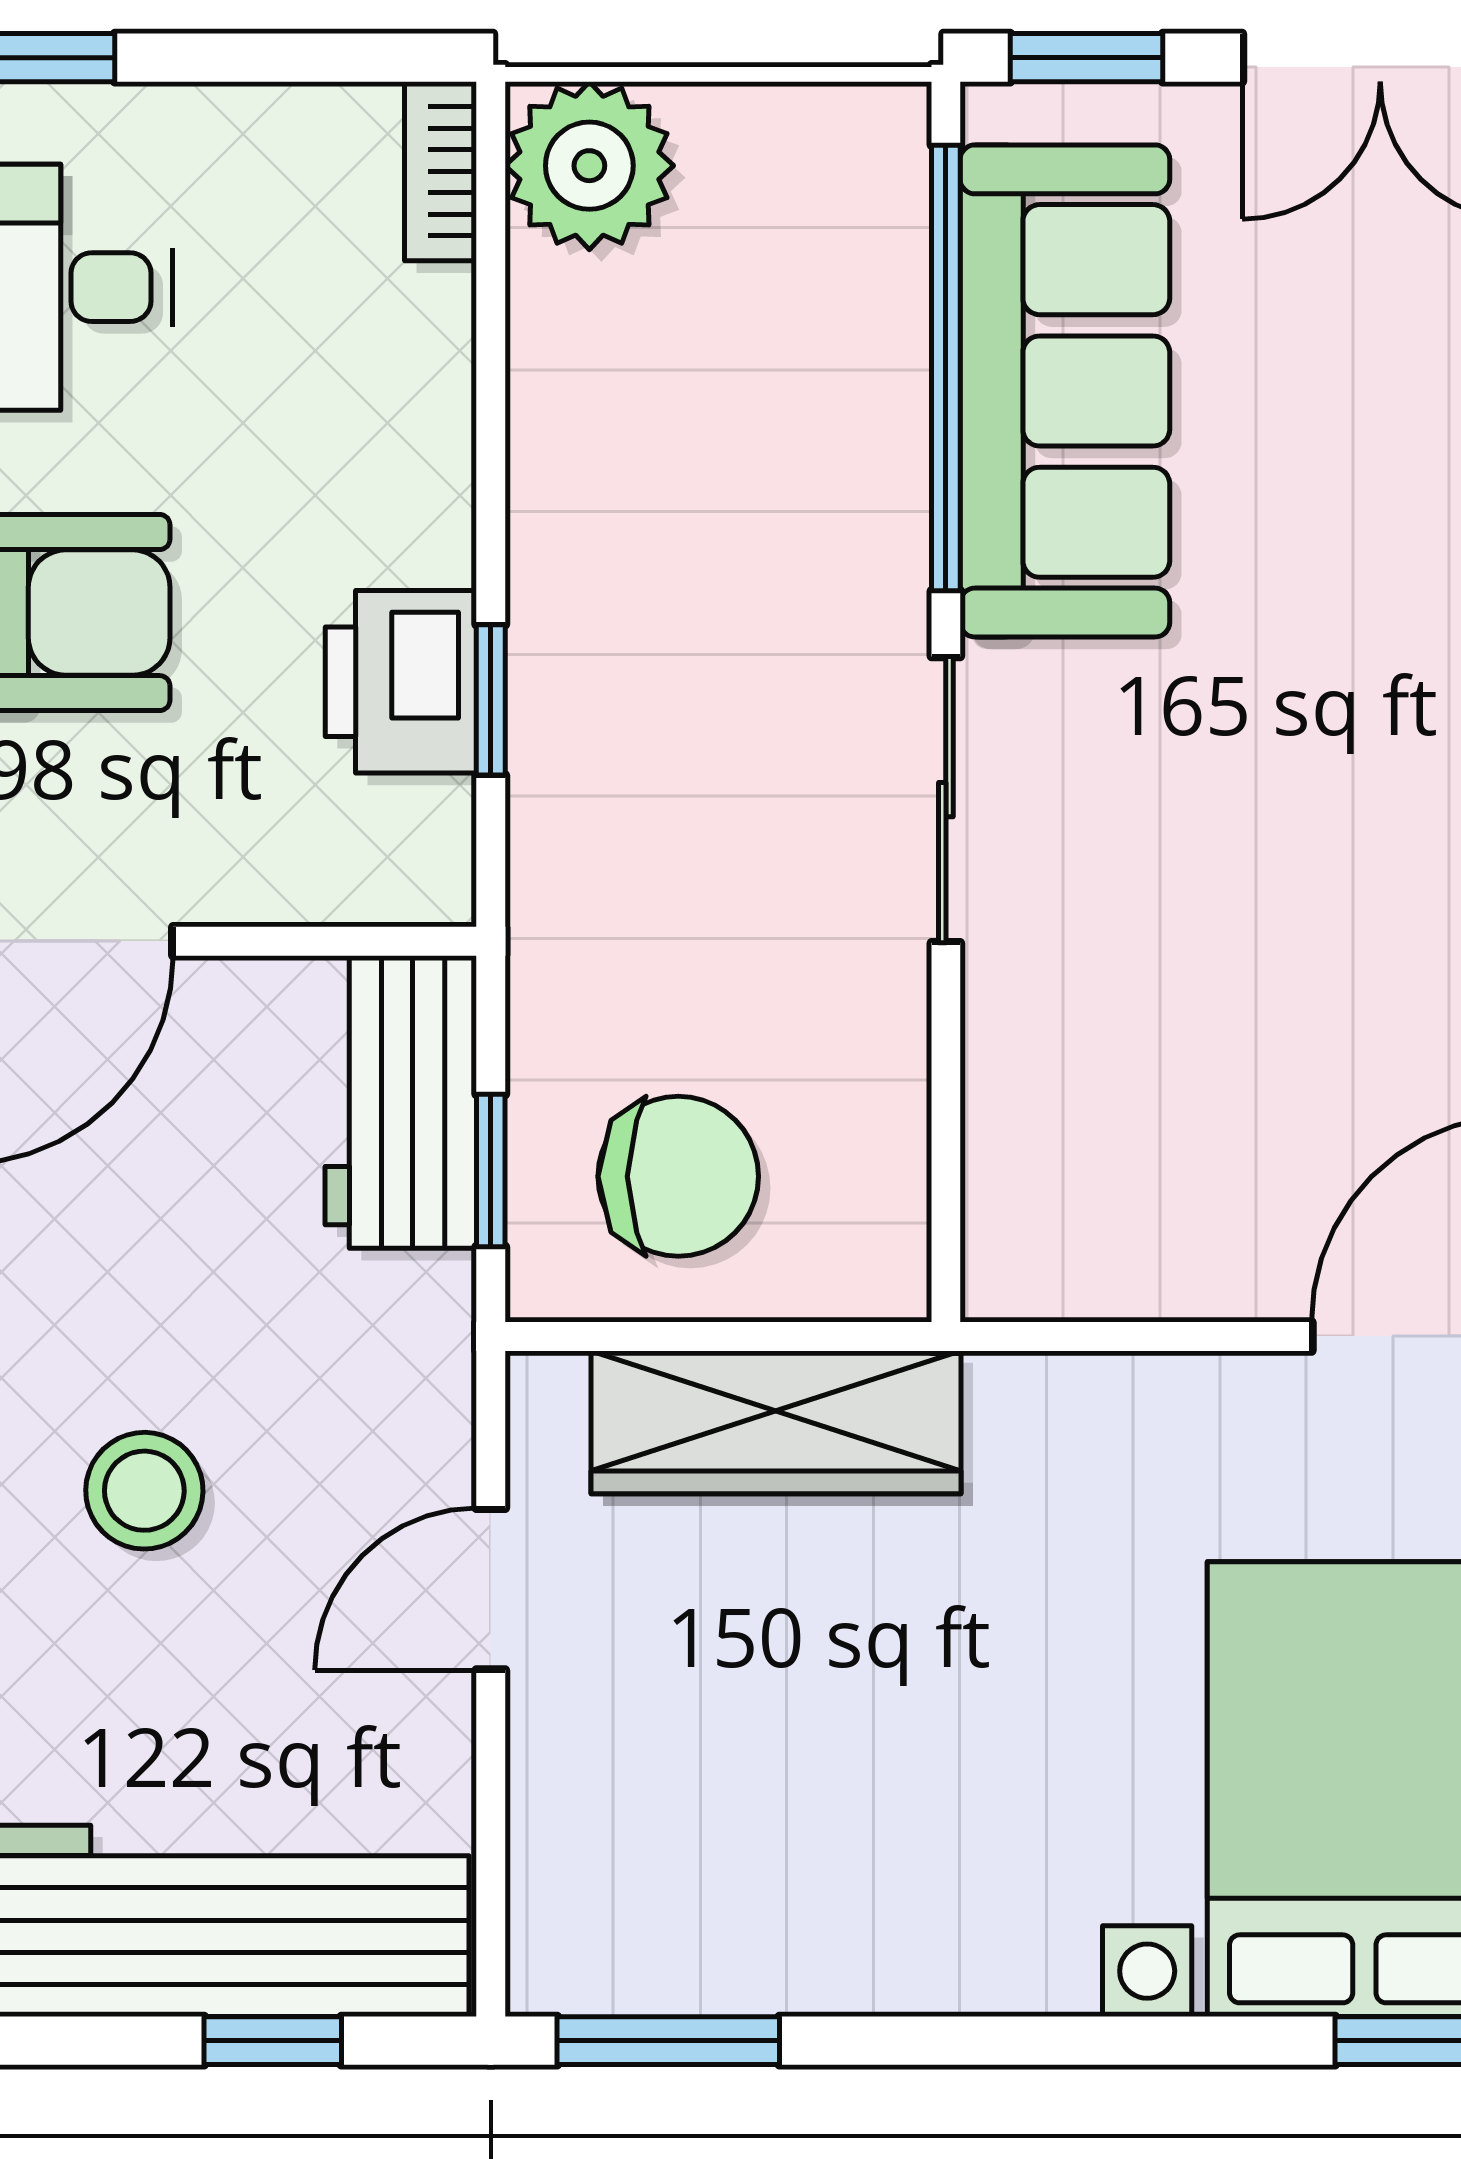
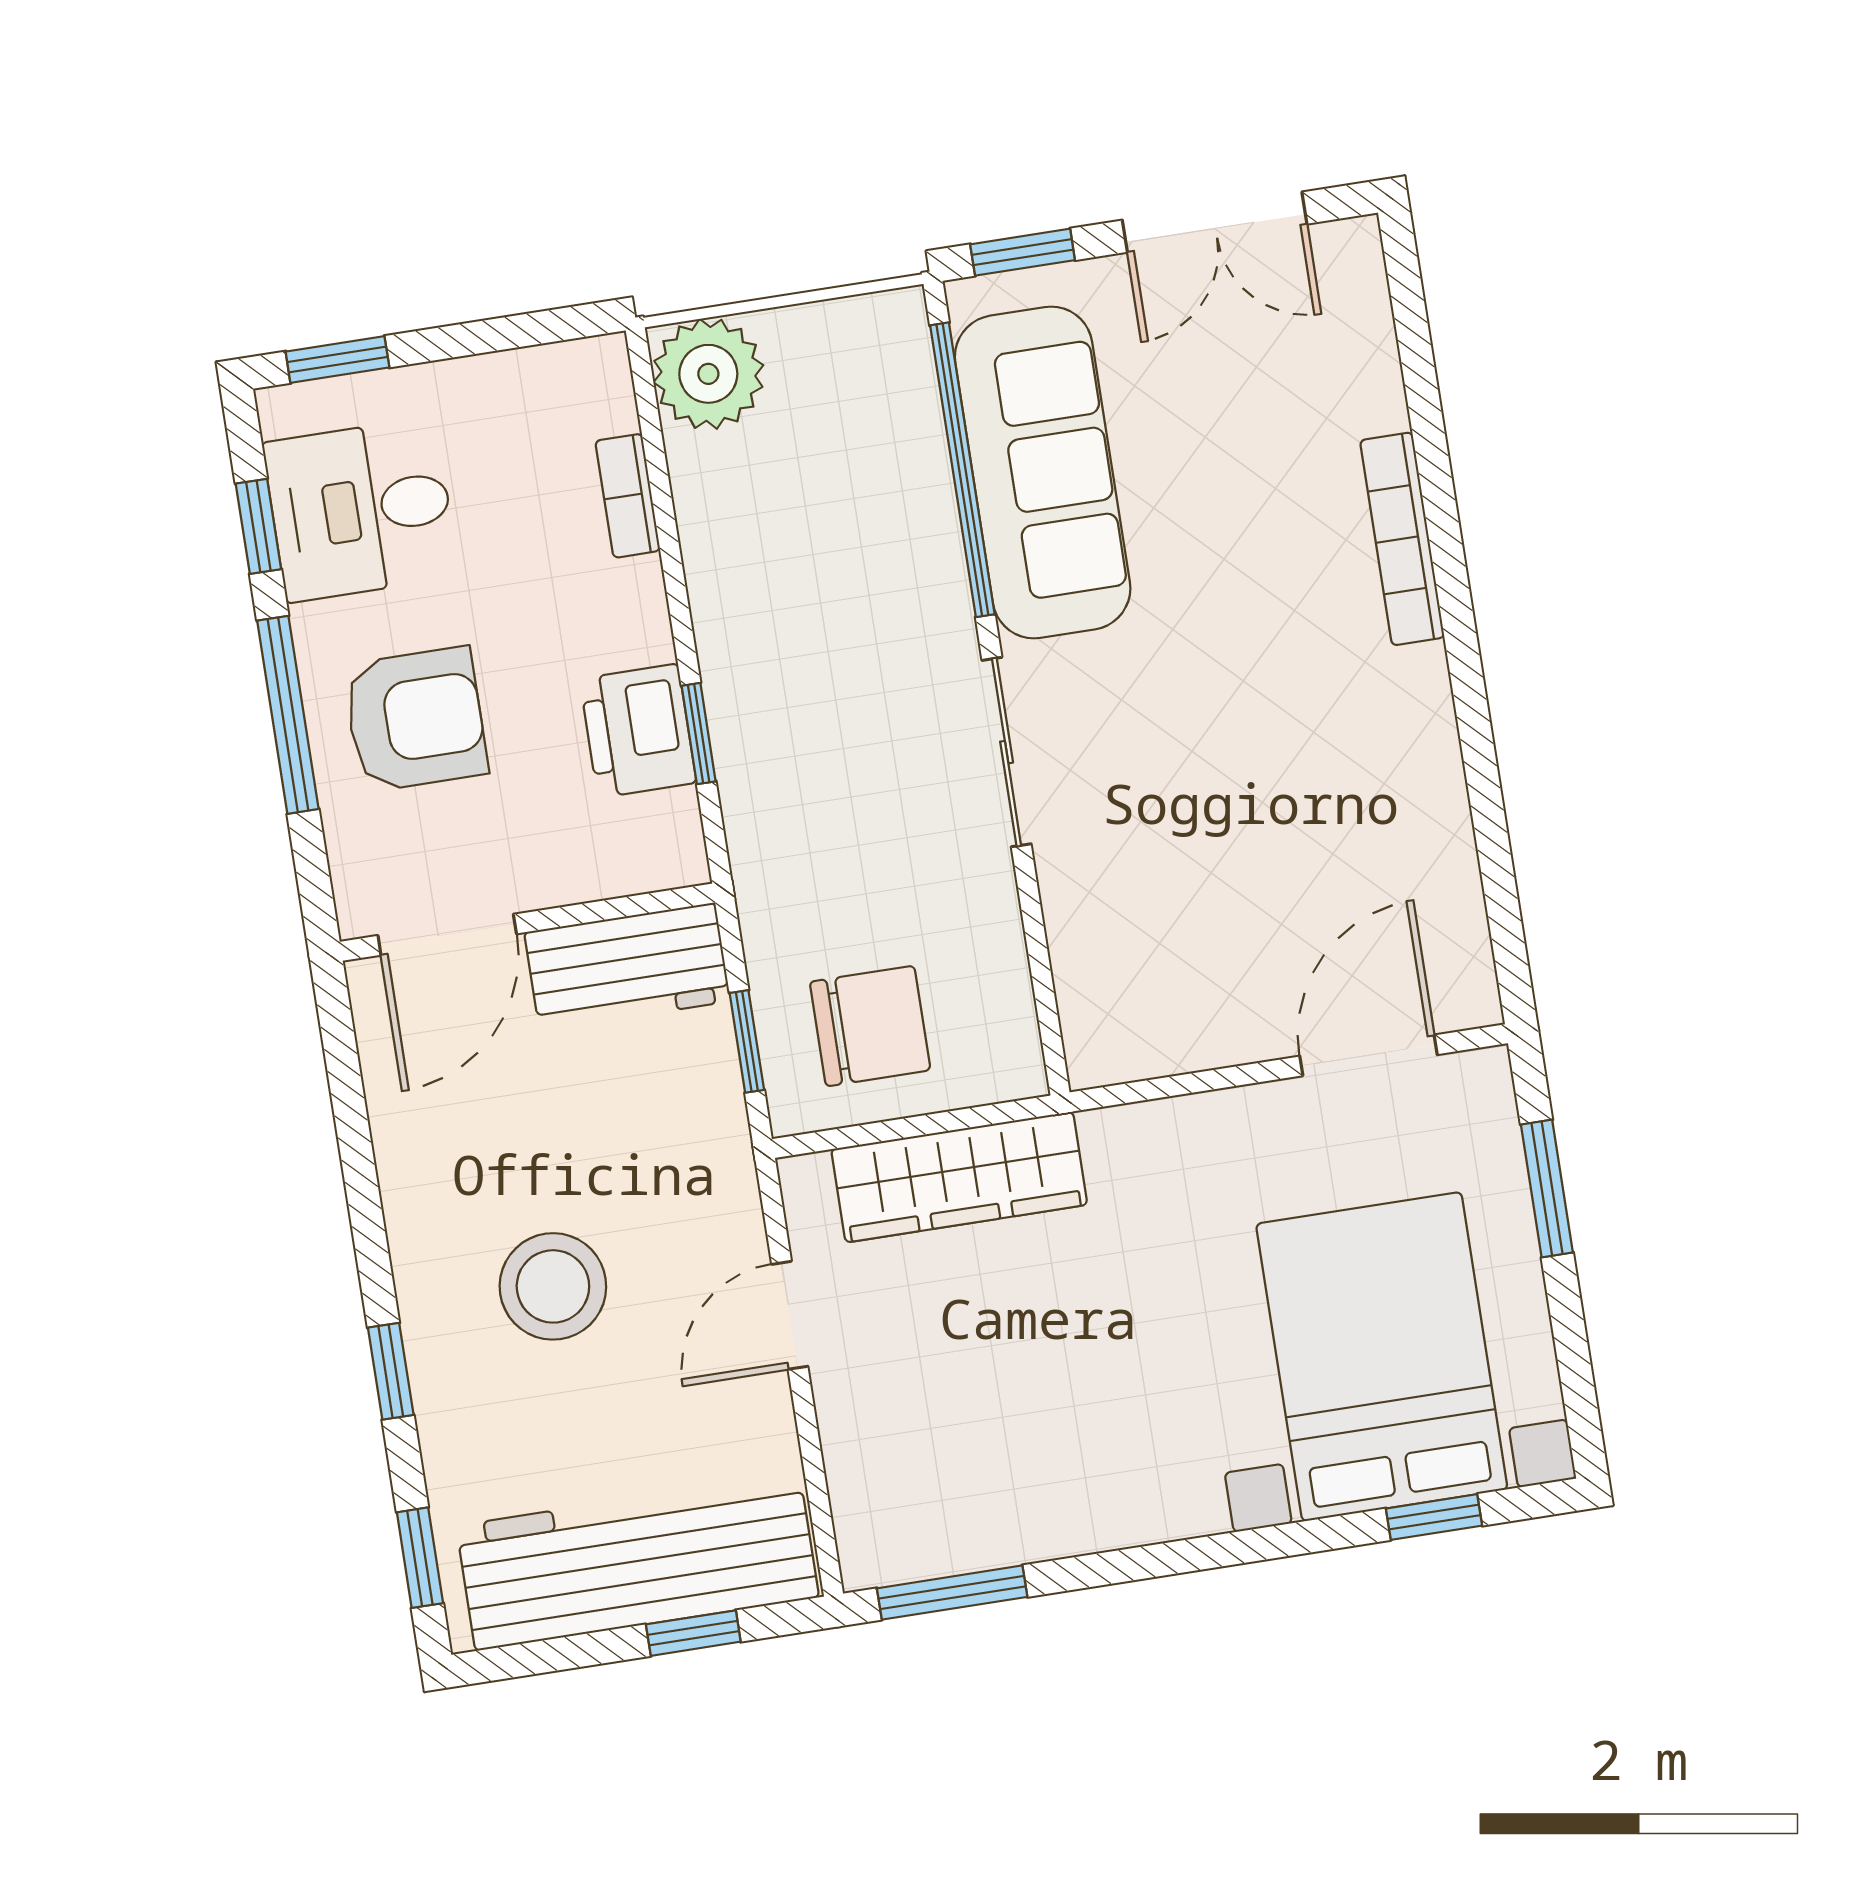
bookcase: (441, 171) -> (628, 496), moved
workbench: (401, 1102) -> (627, 967), moved, turned -90
stool: (144, 1491) -> (553, 1286), width x1.38, depth x1.38

